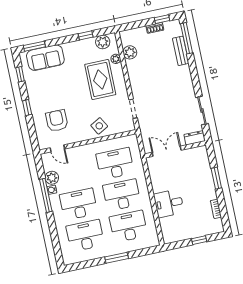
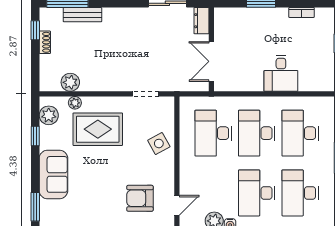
sofa: (45, 58) -> (53, 174), moved

